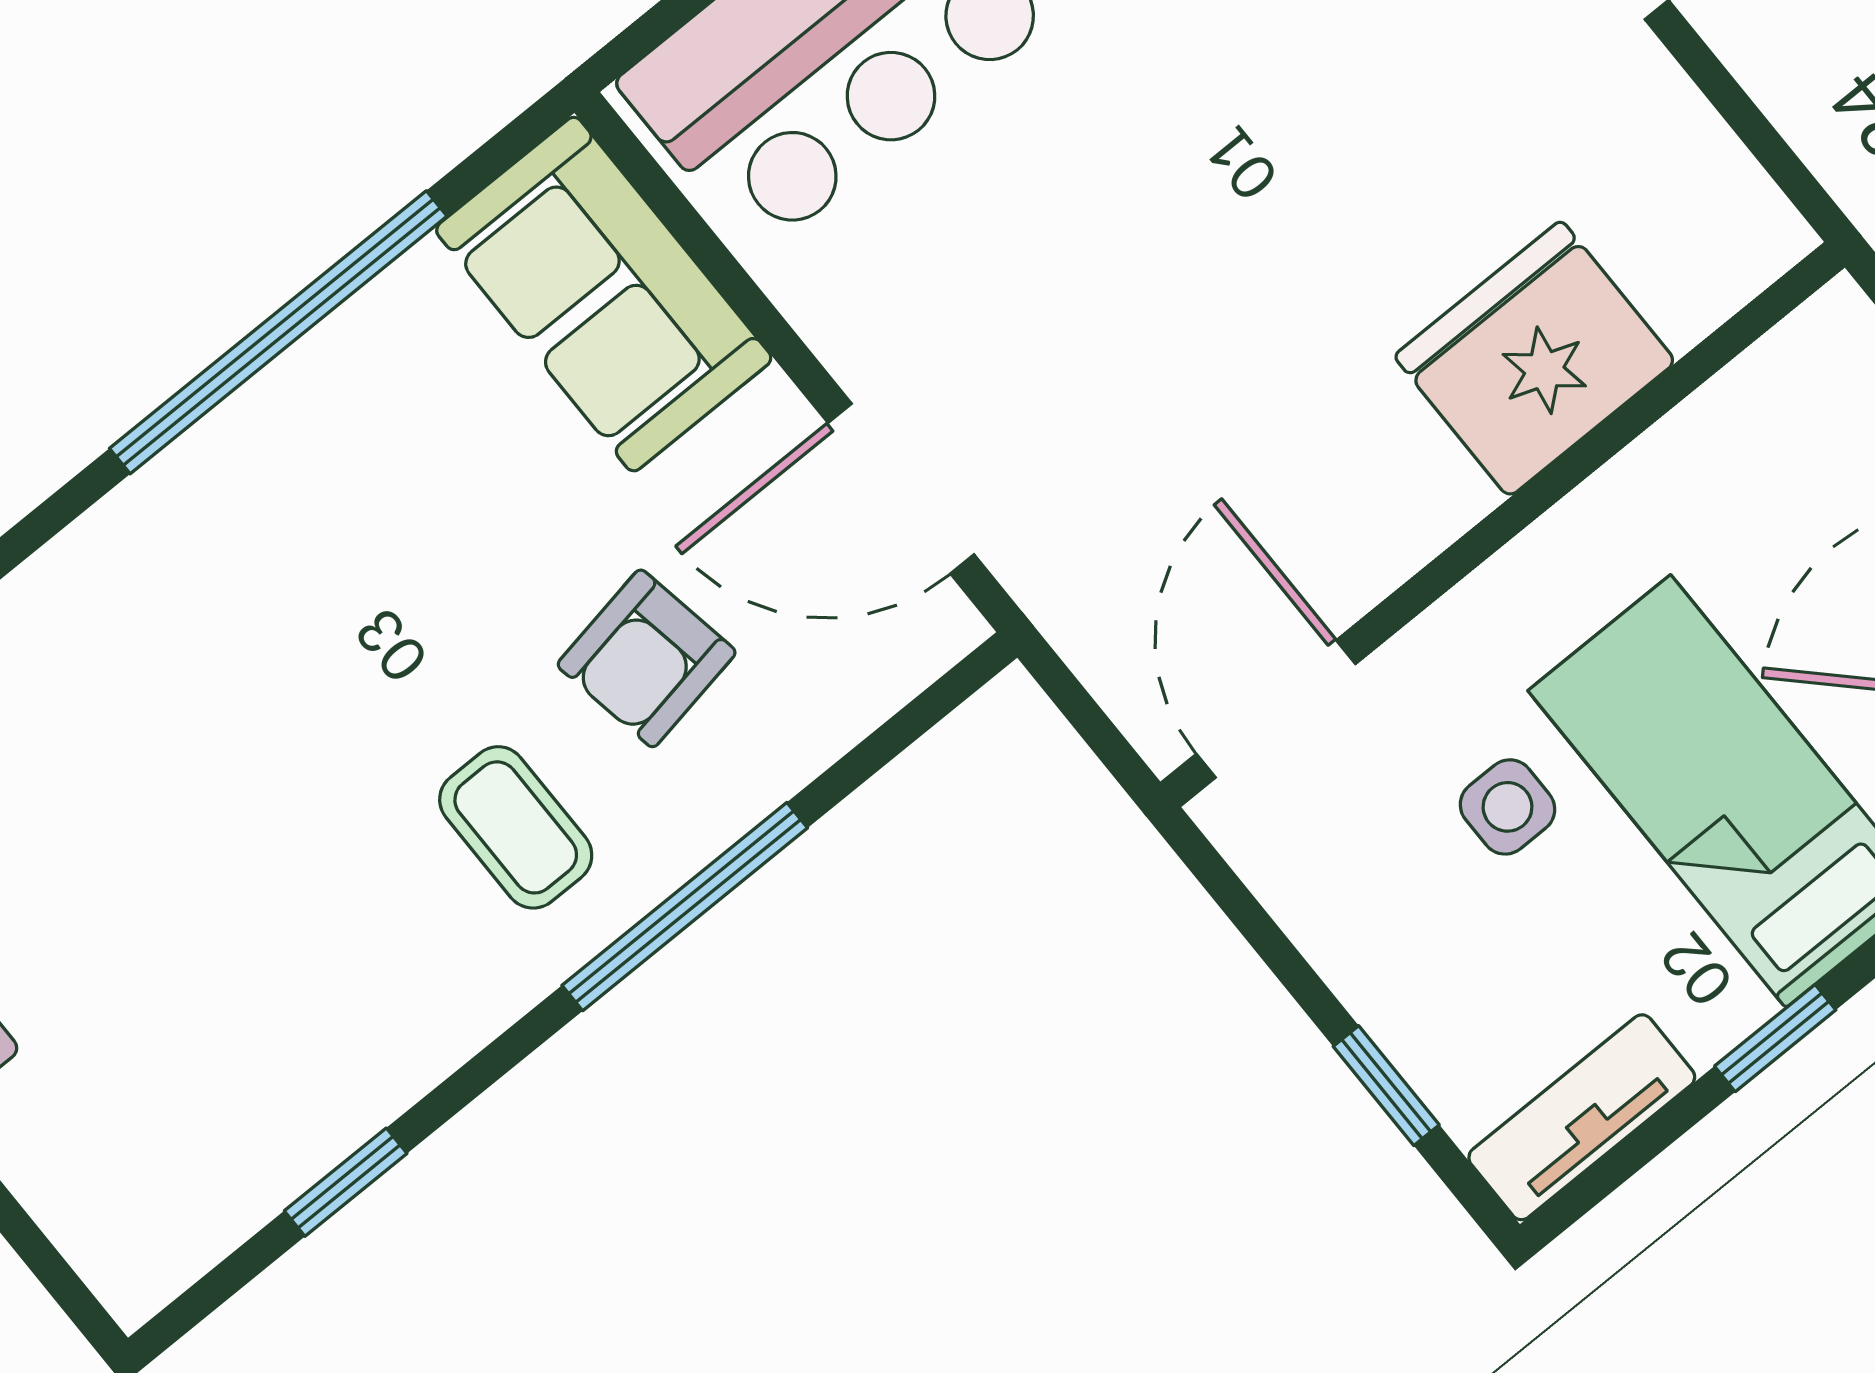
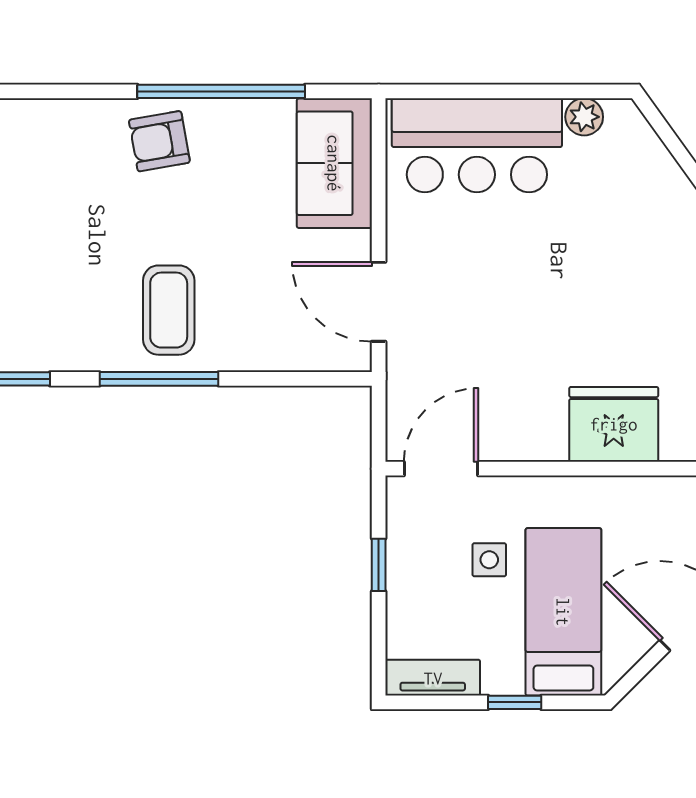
armchair: (647, 658) -> (159, 141), moved
coffee table: (516, 827) -> (169, 310), width x1.36, depth x1.30
window: (685, 907) -> (159, 379), moved
window: (1386, 1086) -> (379, 565), moved

